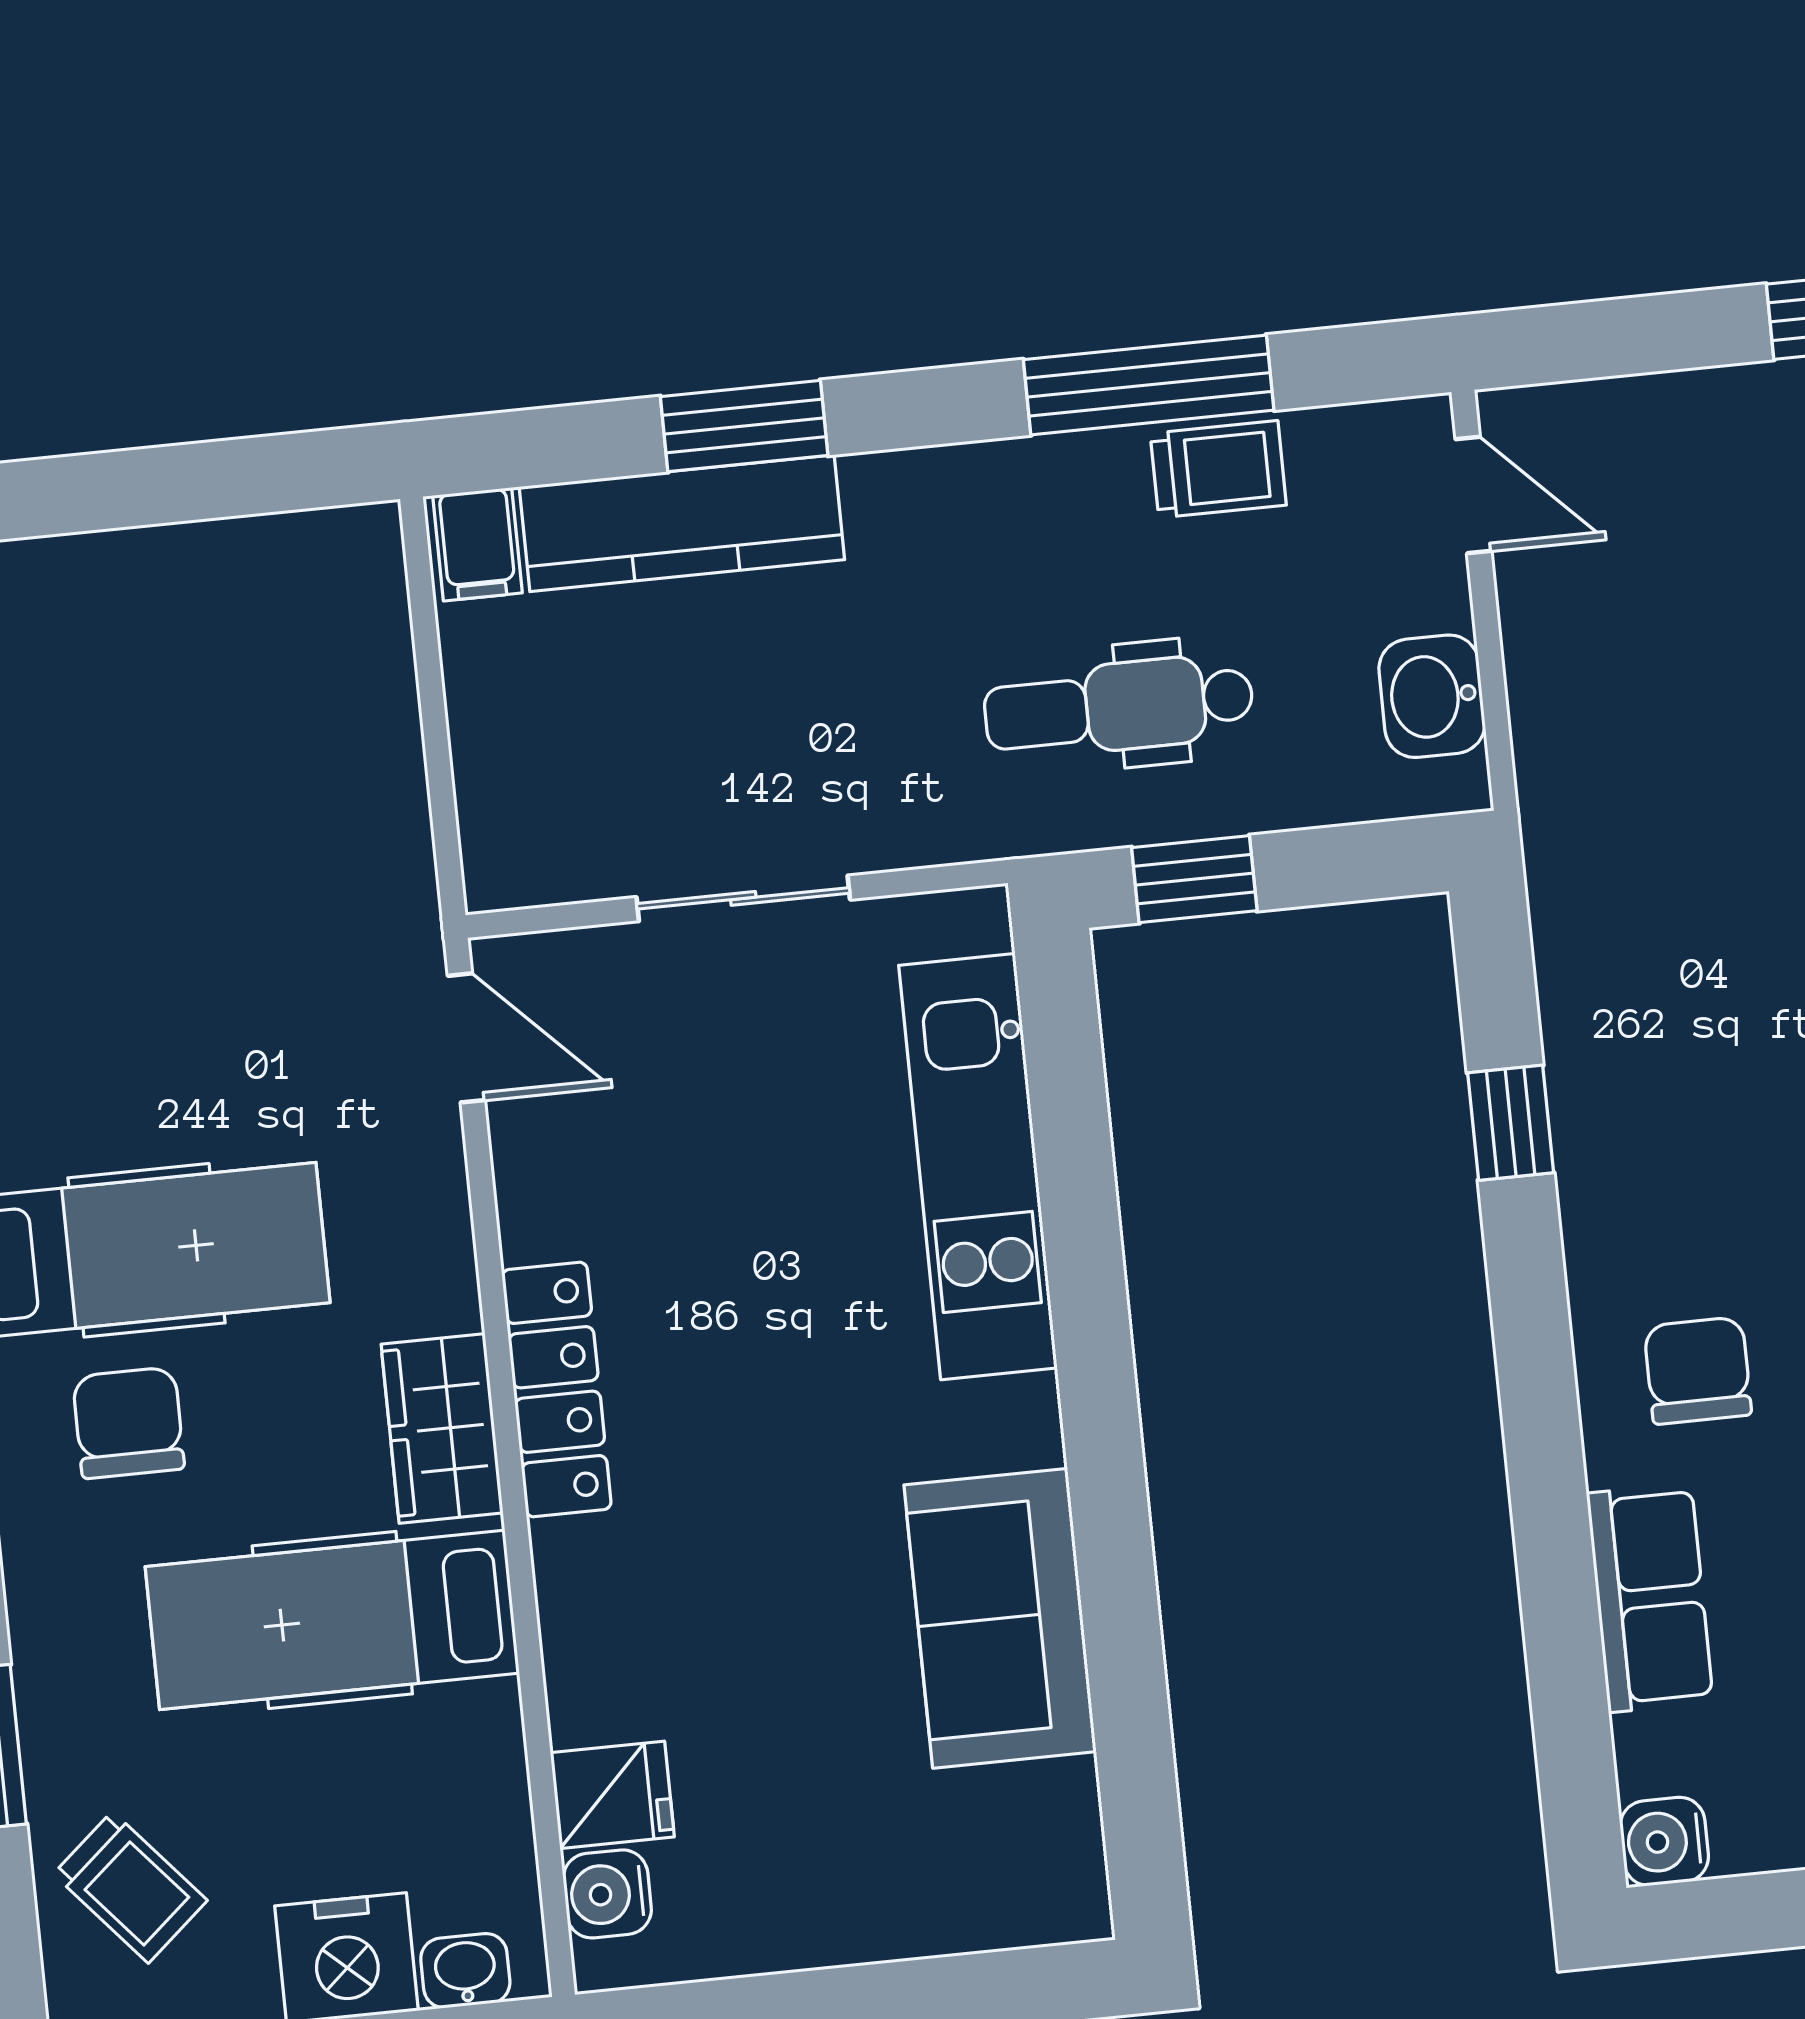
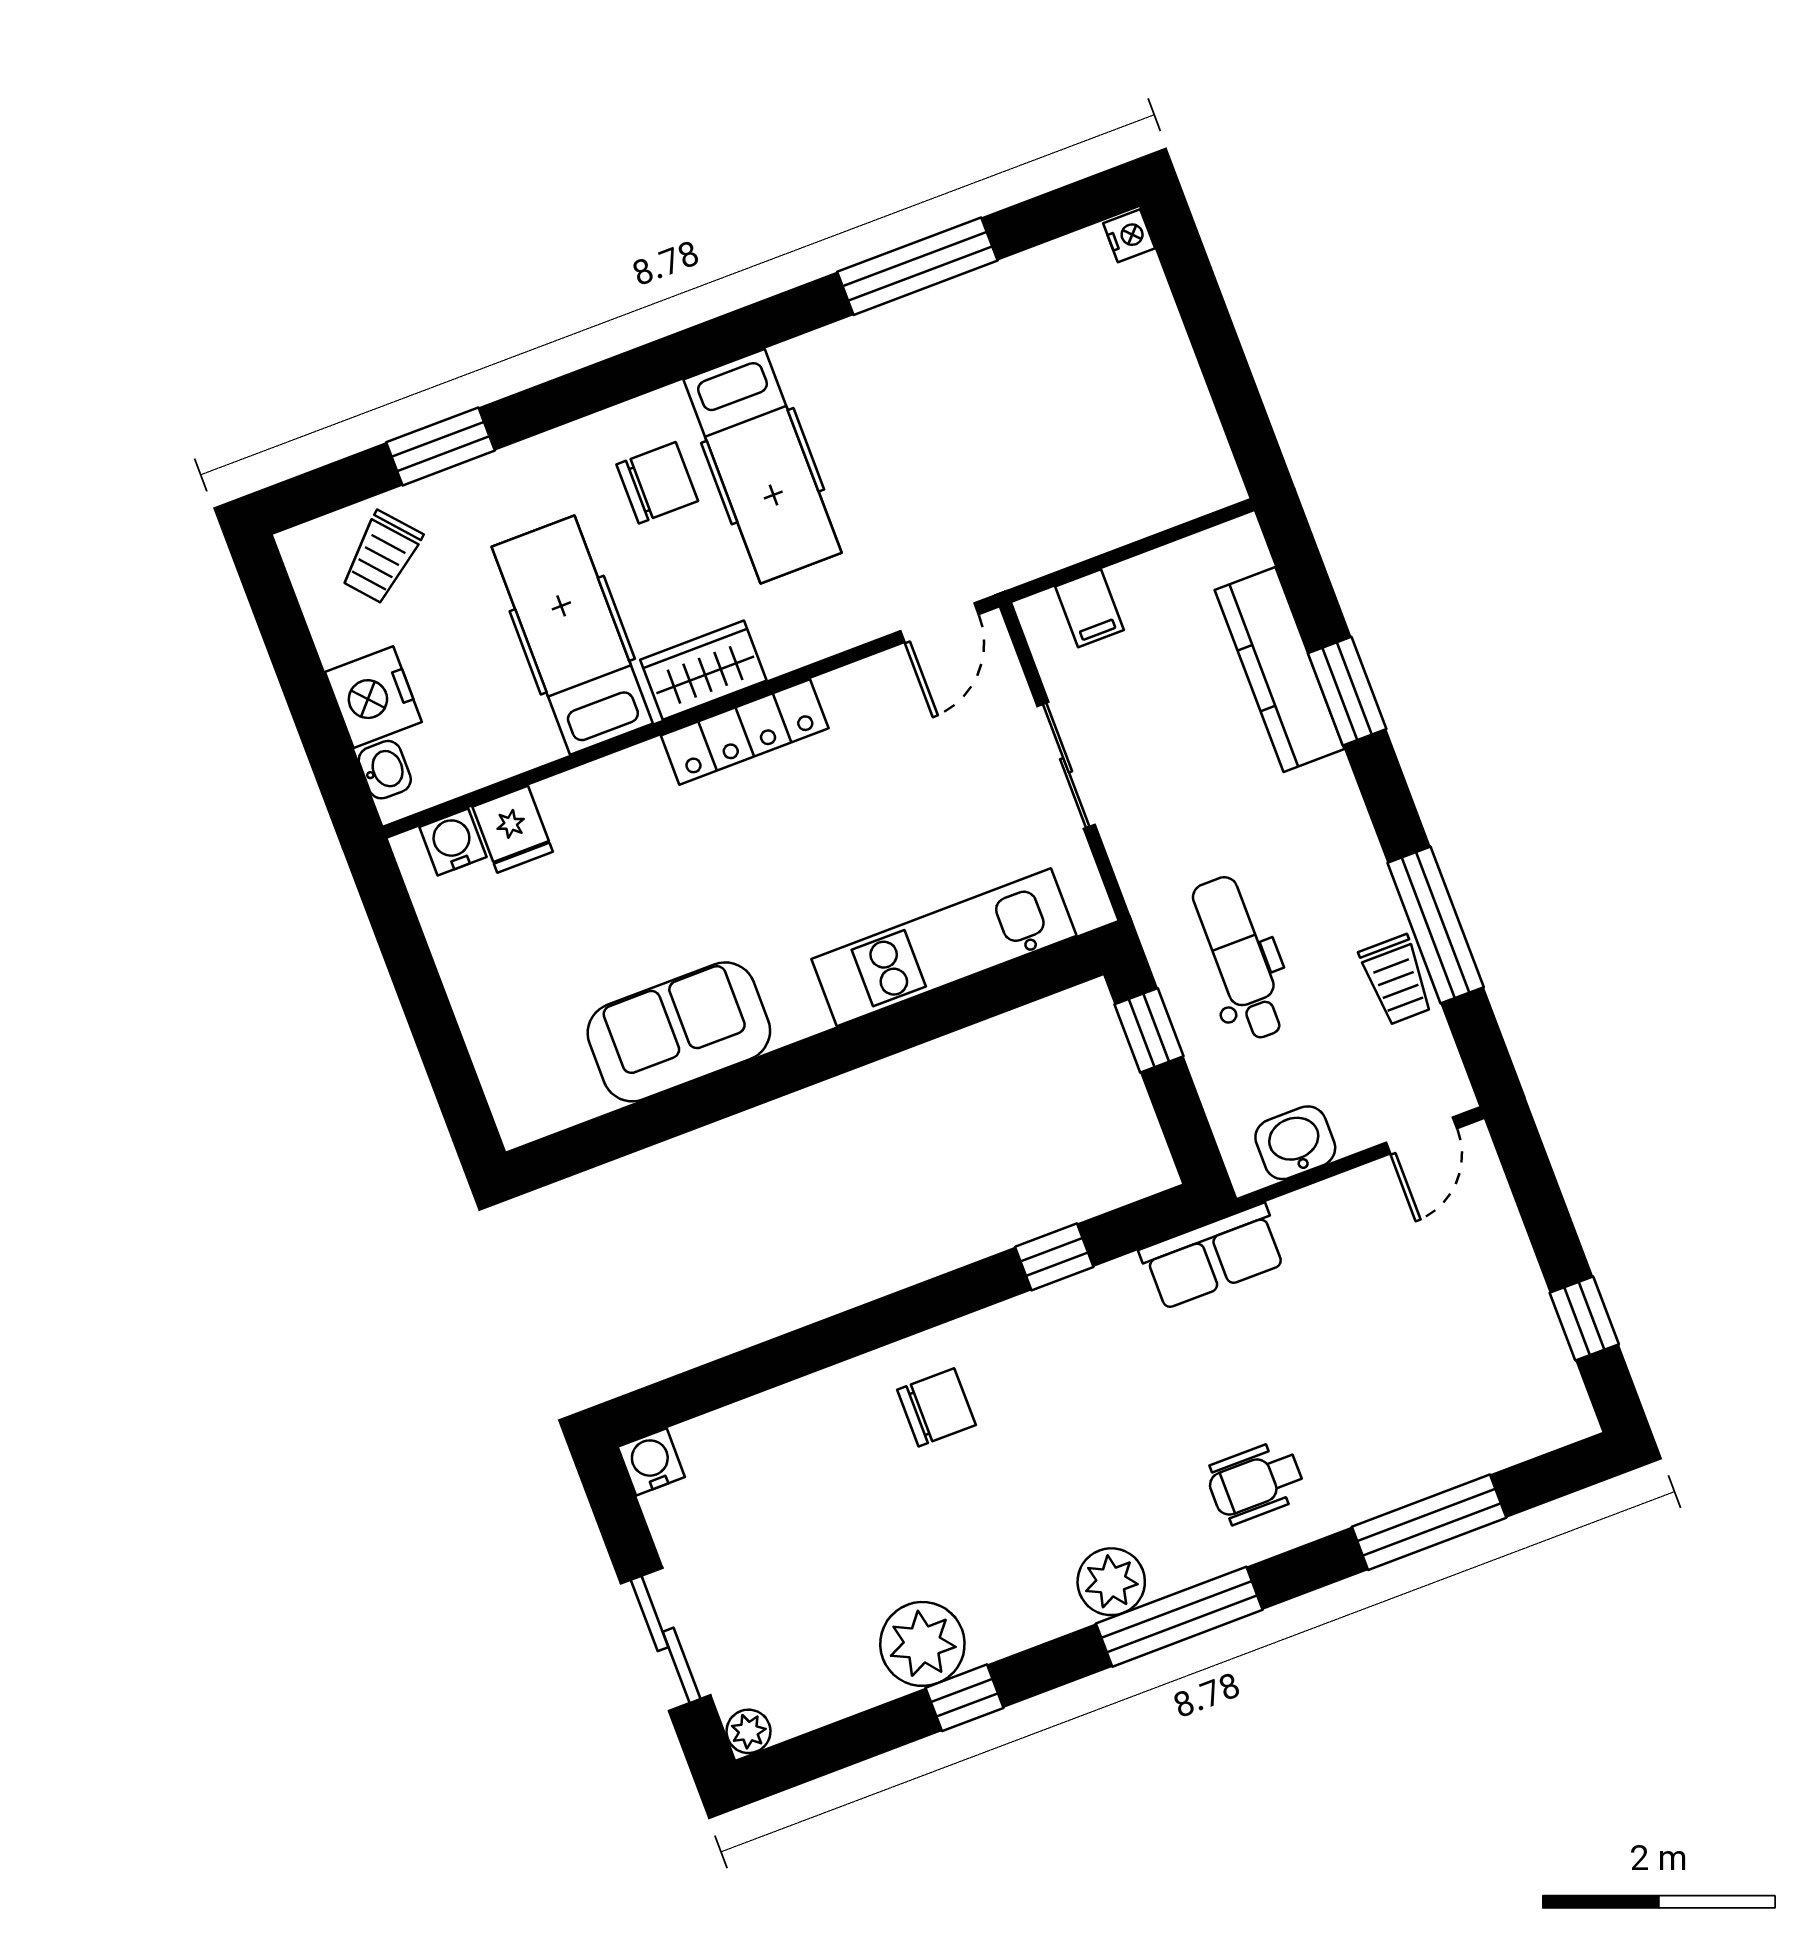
filing cabinet: (477, 544) -> (1090, 608), moved, turned -90
row of seats: (1650, 1598) -> (1213, 1257), moved

